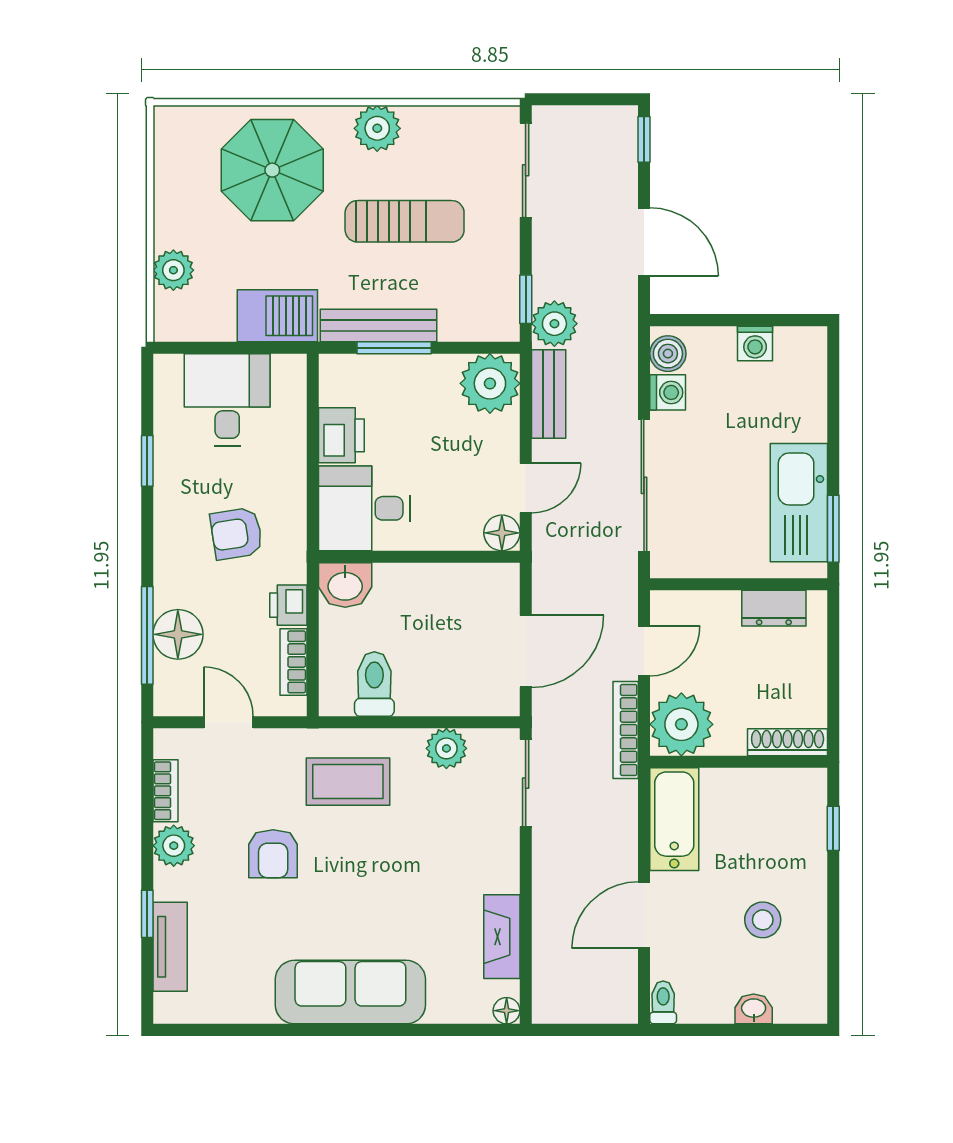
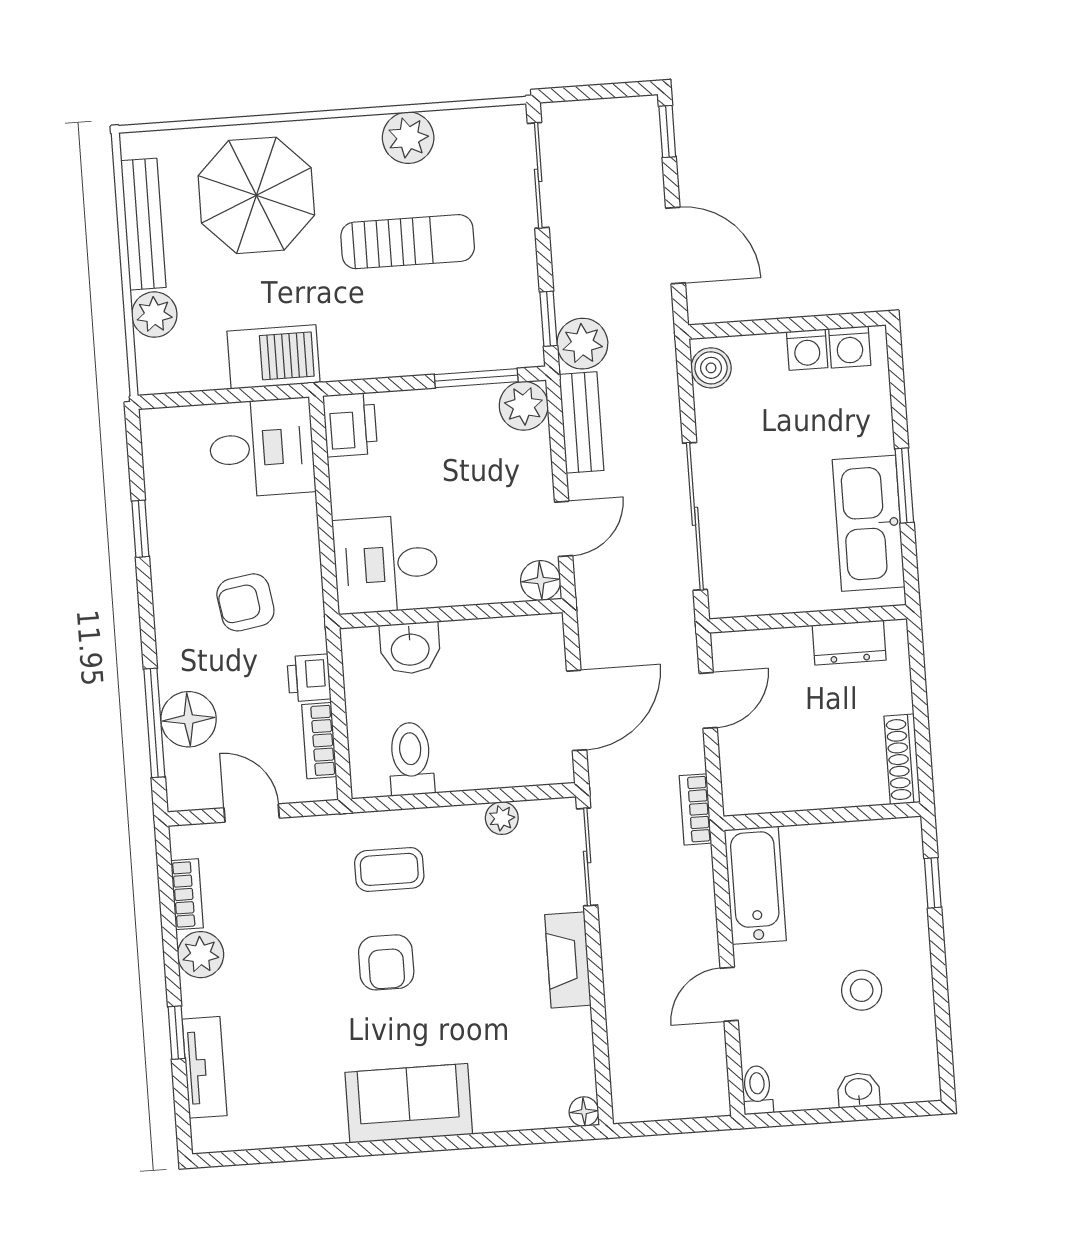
plant: (377, 128) -> (408, 138), moved
bench: (379, 326) -> (143, 224), moved, turned 90
window: (394, 348) -> (476, 378), moved
plant: (490, 383) -> (524, 406), width x0.73, depth x0.73
washing machine: (668, 392) -> (850, 347), moved, turned 90
desk: (227, 400) -> (262, 448), moved, turned 90
printer: (341, 435) -> (350, 425), moved
window: (833, 529) -> (904, 486), moved
washbasin: (345, 585) -> (410, 648), moved
plant: (681, 724) -> (756, 779), removed
bookcase: (626, 730) -> (695, 809), width x0.64
shoe rack: (788, 742) -> (902, 759), moved, turned -90
plant: (446, 748) -> (502, 818), width x0.73, depth x0.73
coffee table: (348, 782) -> (389, 869), width x0.73, depth x0.77
armchair: (273, 854) -> (386, 962), moved
door: (644, 915) -> (729, 994), width x0.73
fireplace: (502, 937) -> (568, 960), moved
sofa: (350, 992) -> (409, 1103), width x0.73

